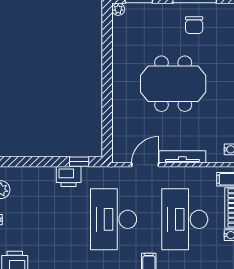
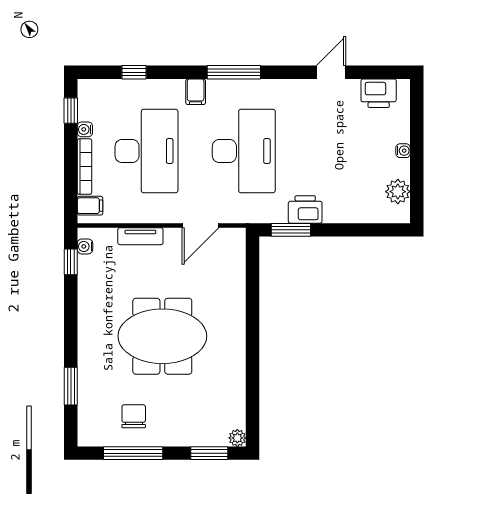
tv unit: (182, 157) -> (140, 236), width x0.71
window: (79, 162) -> (291, 230), width x1.50

